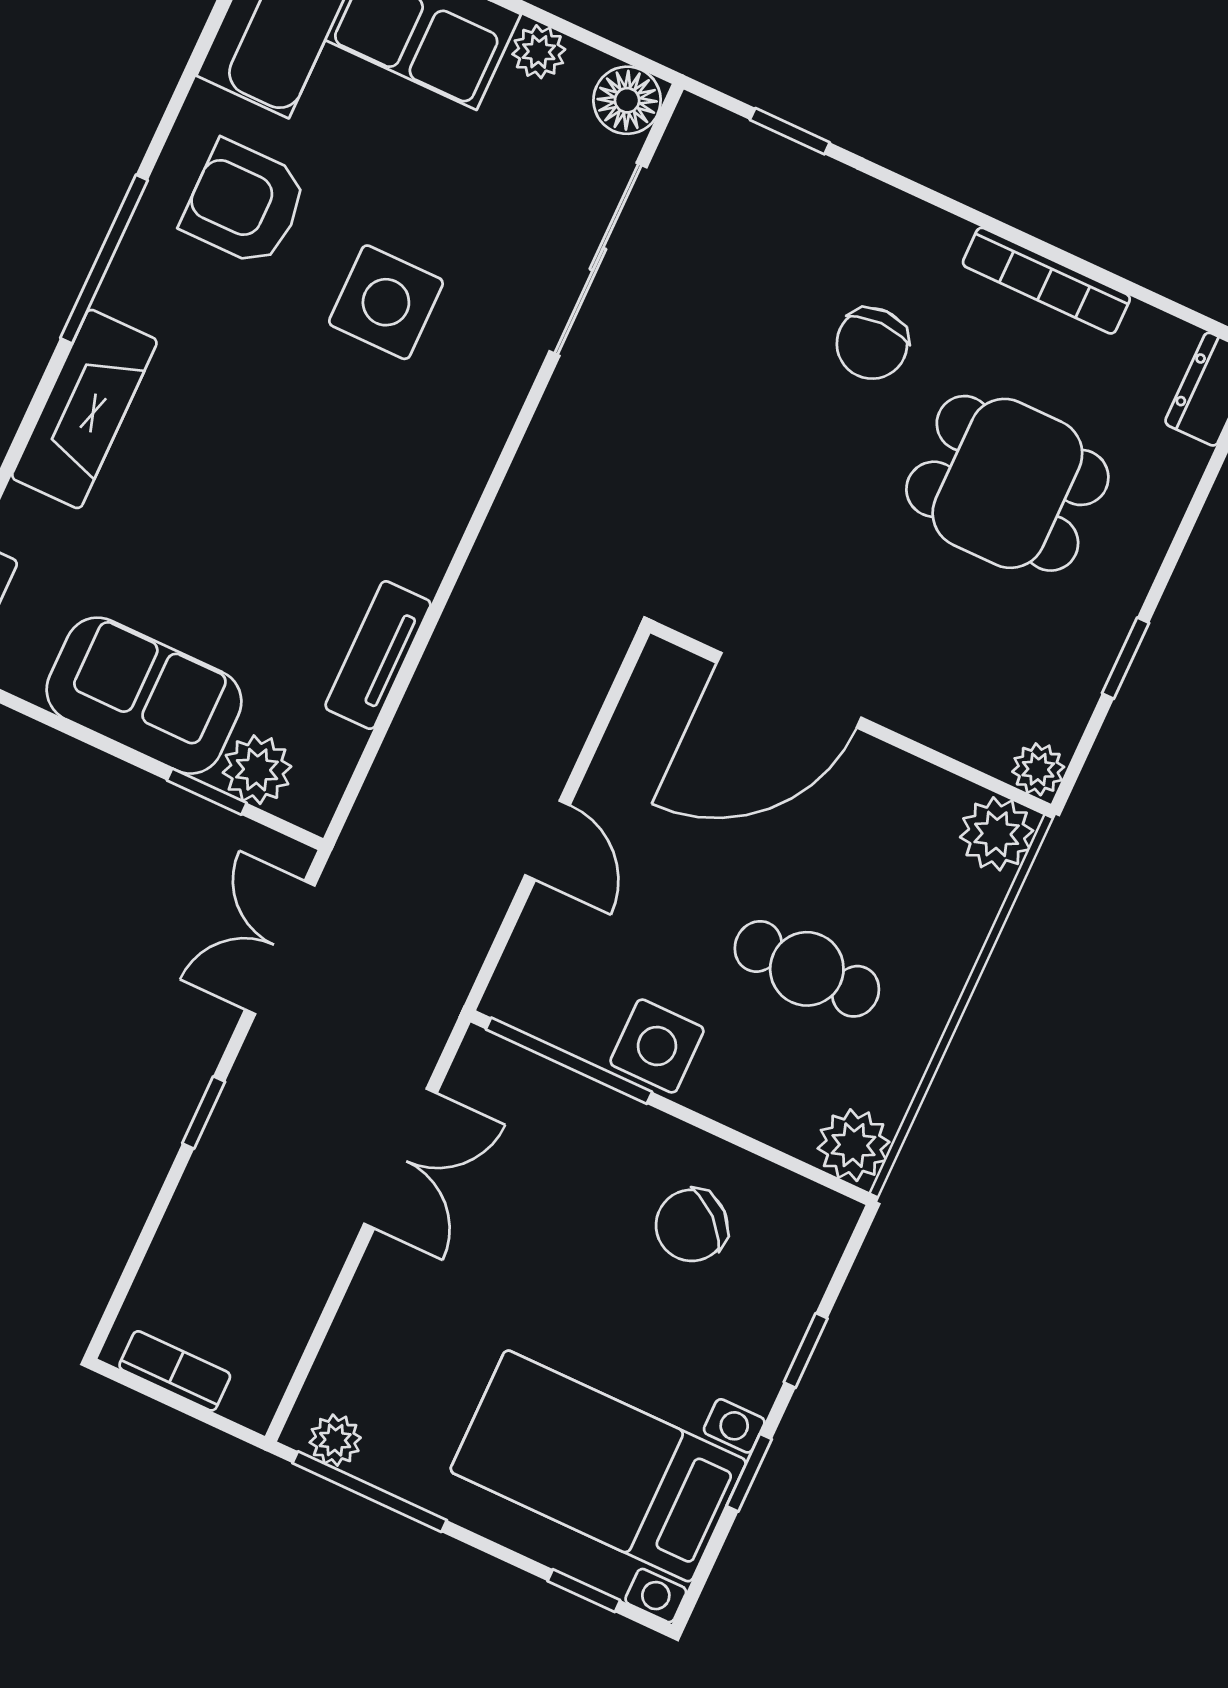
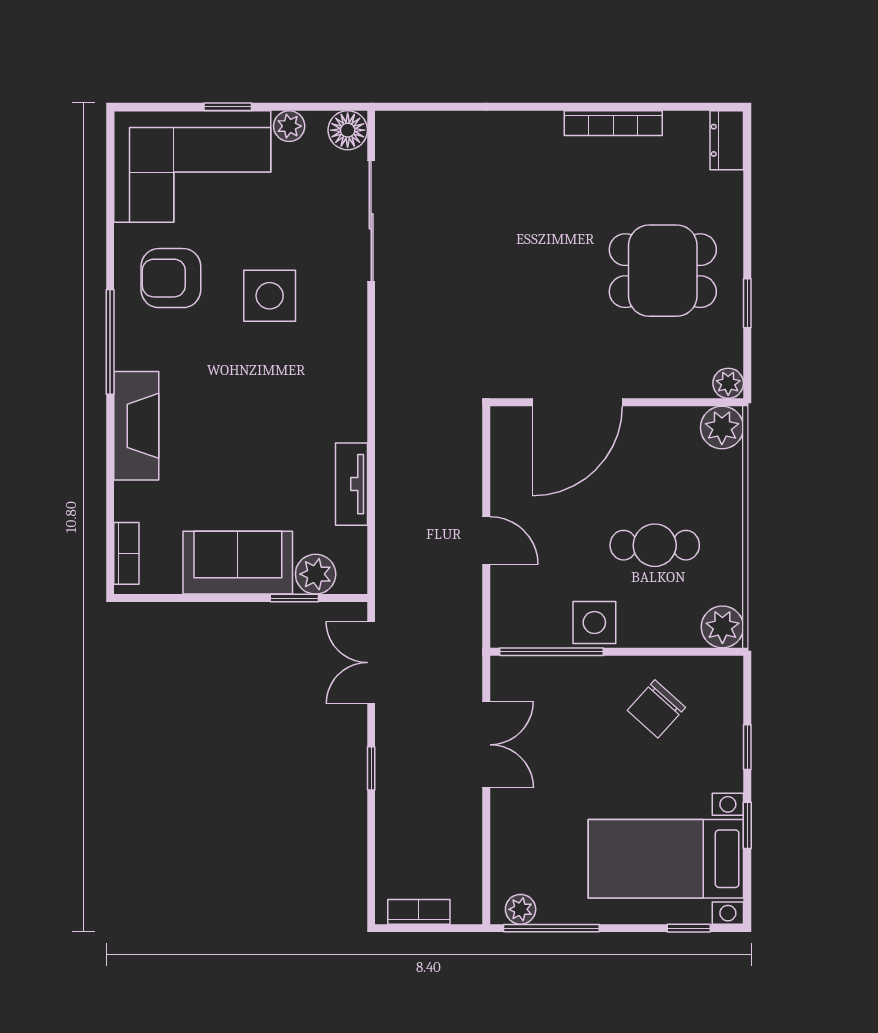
window: (790, 131) -> (441, 107), removed
chair: (872, 343) -> (536, 199), removed
dining table: (1007, 483) -> (663, 271), moved

